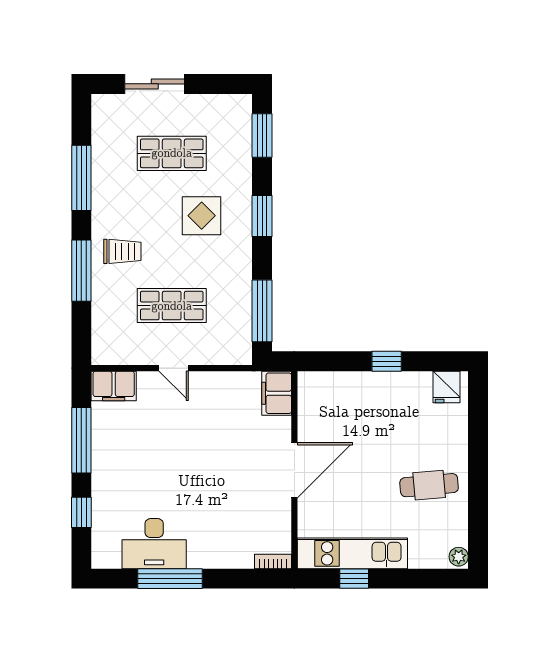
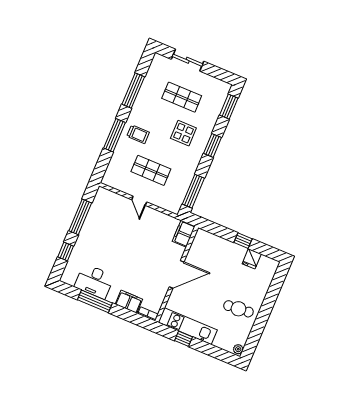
filing cabinet: (114, 386) -> (129, 302), moved, turned 180
fridge: (447, 387) -> (252, 259), moved

